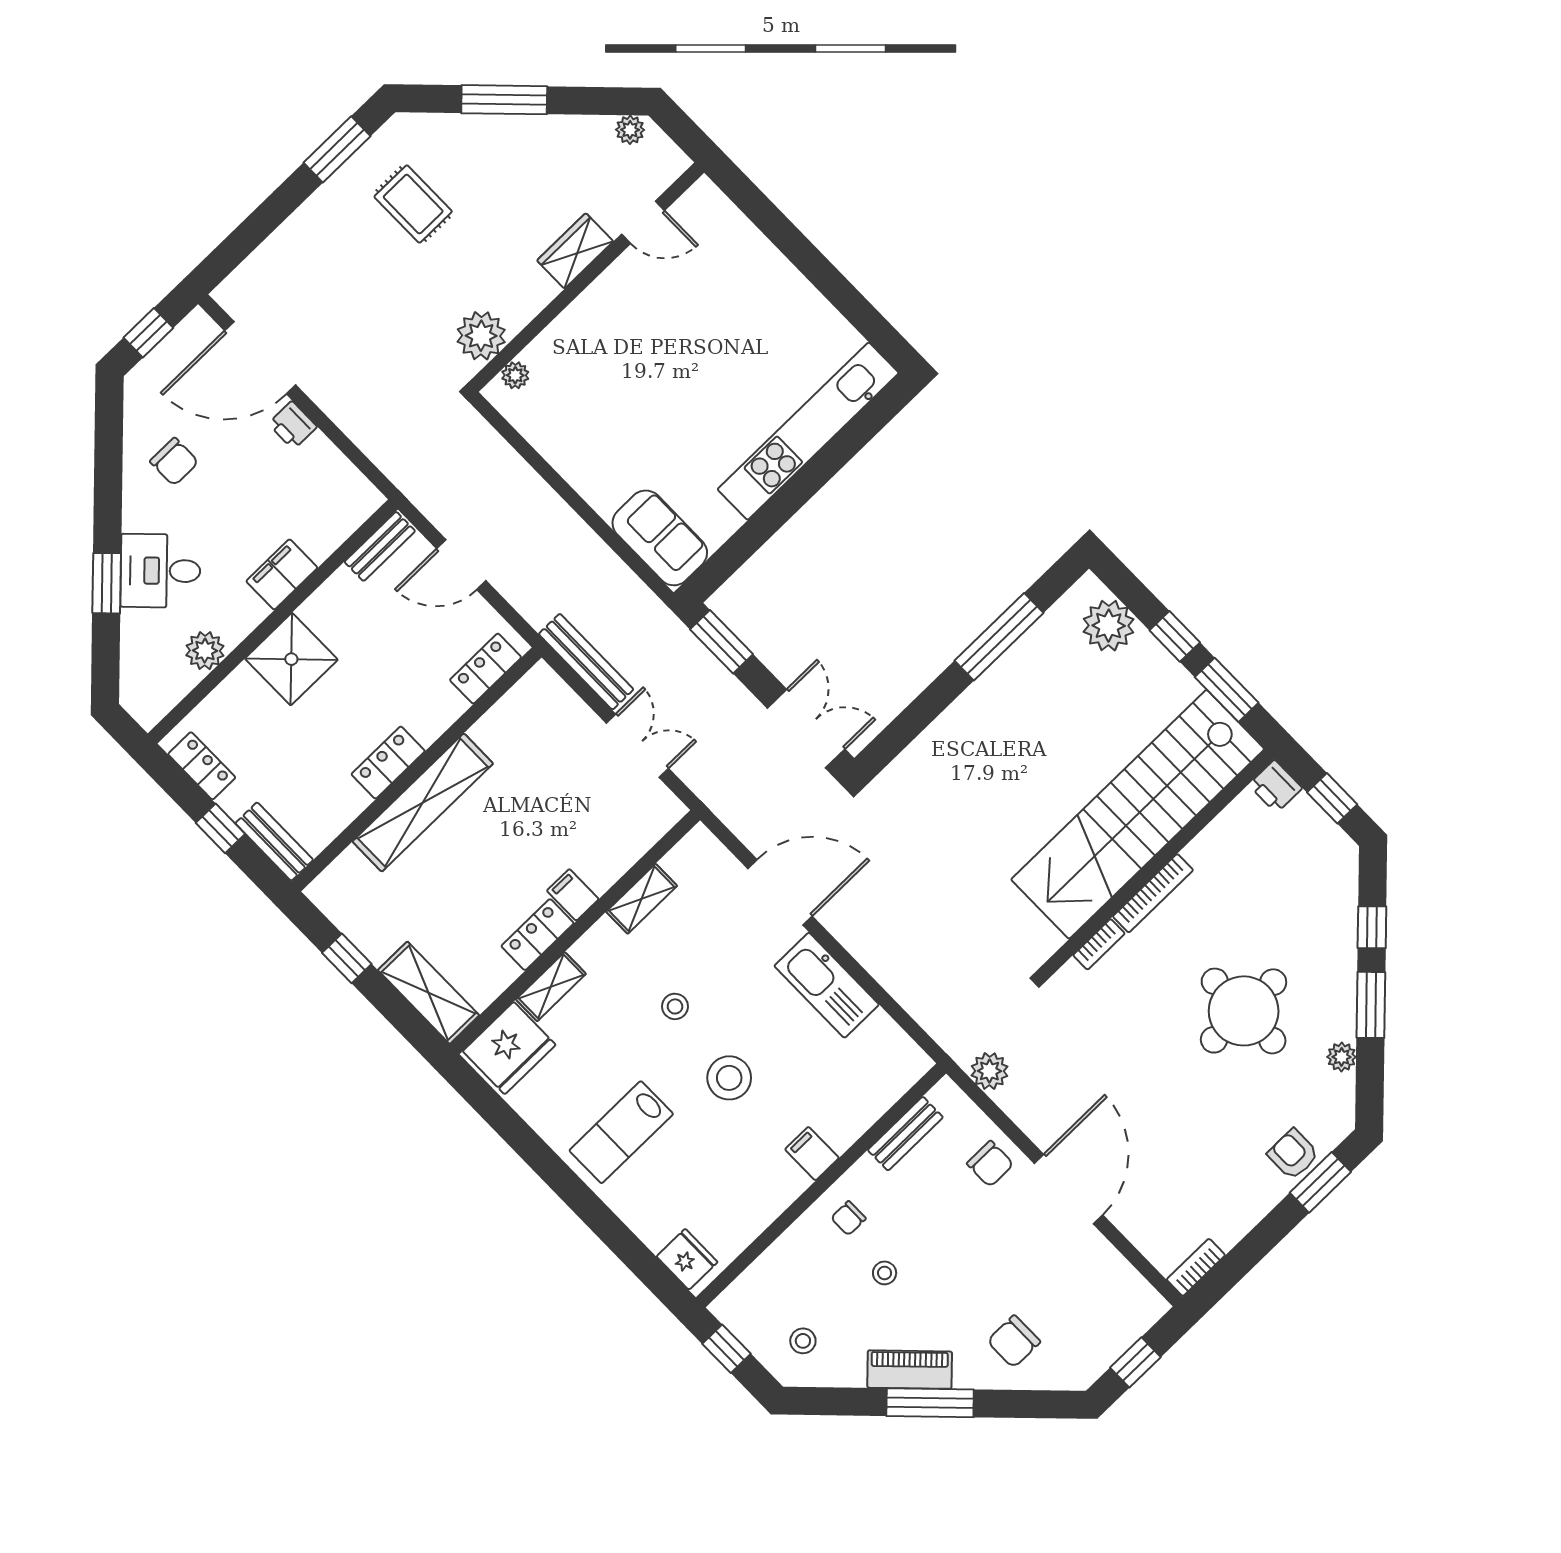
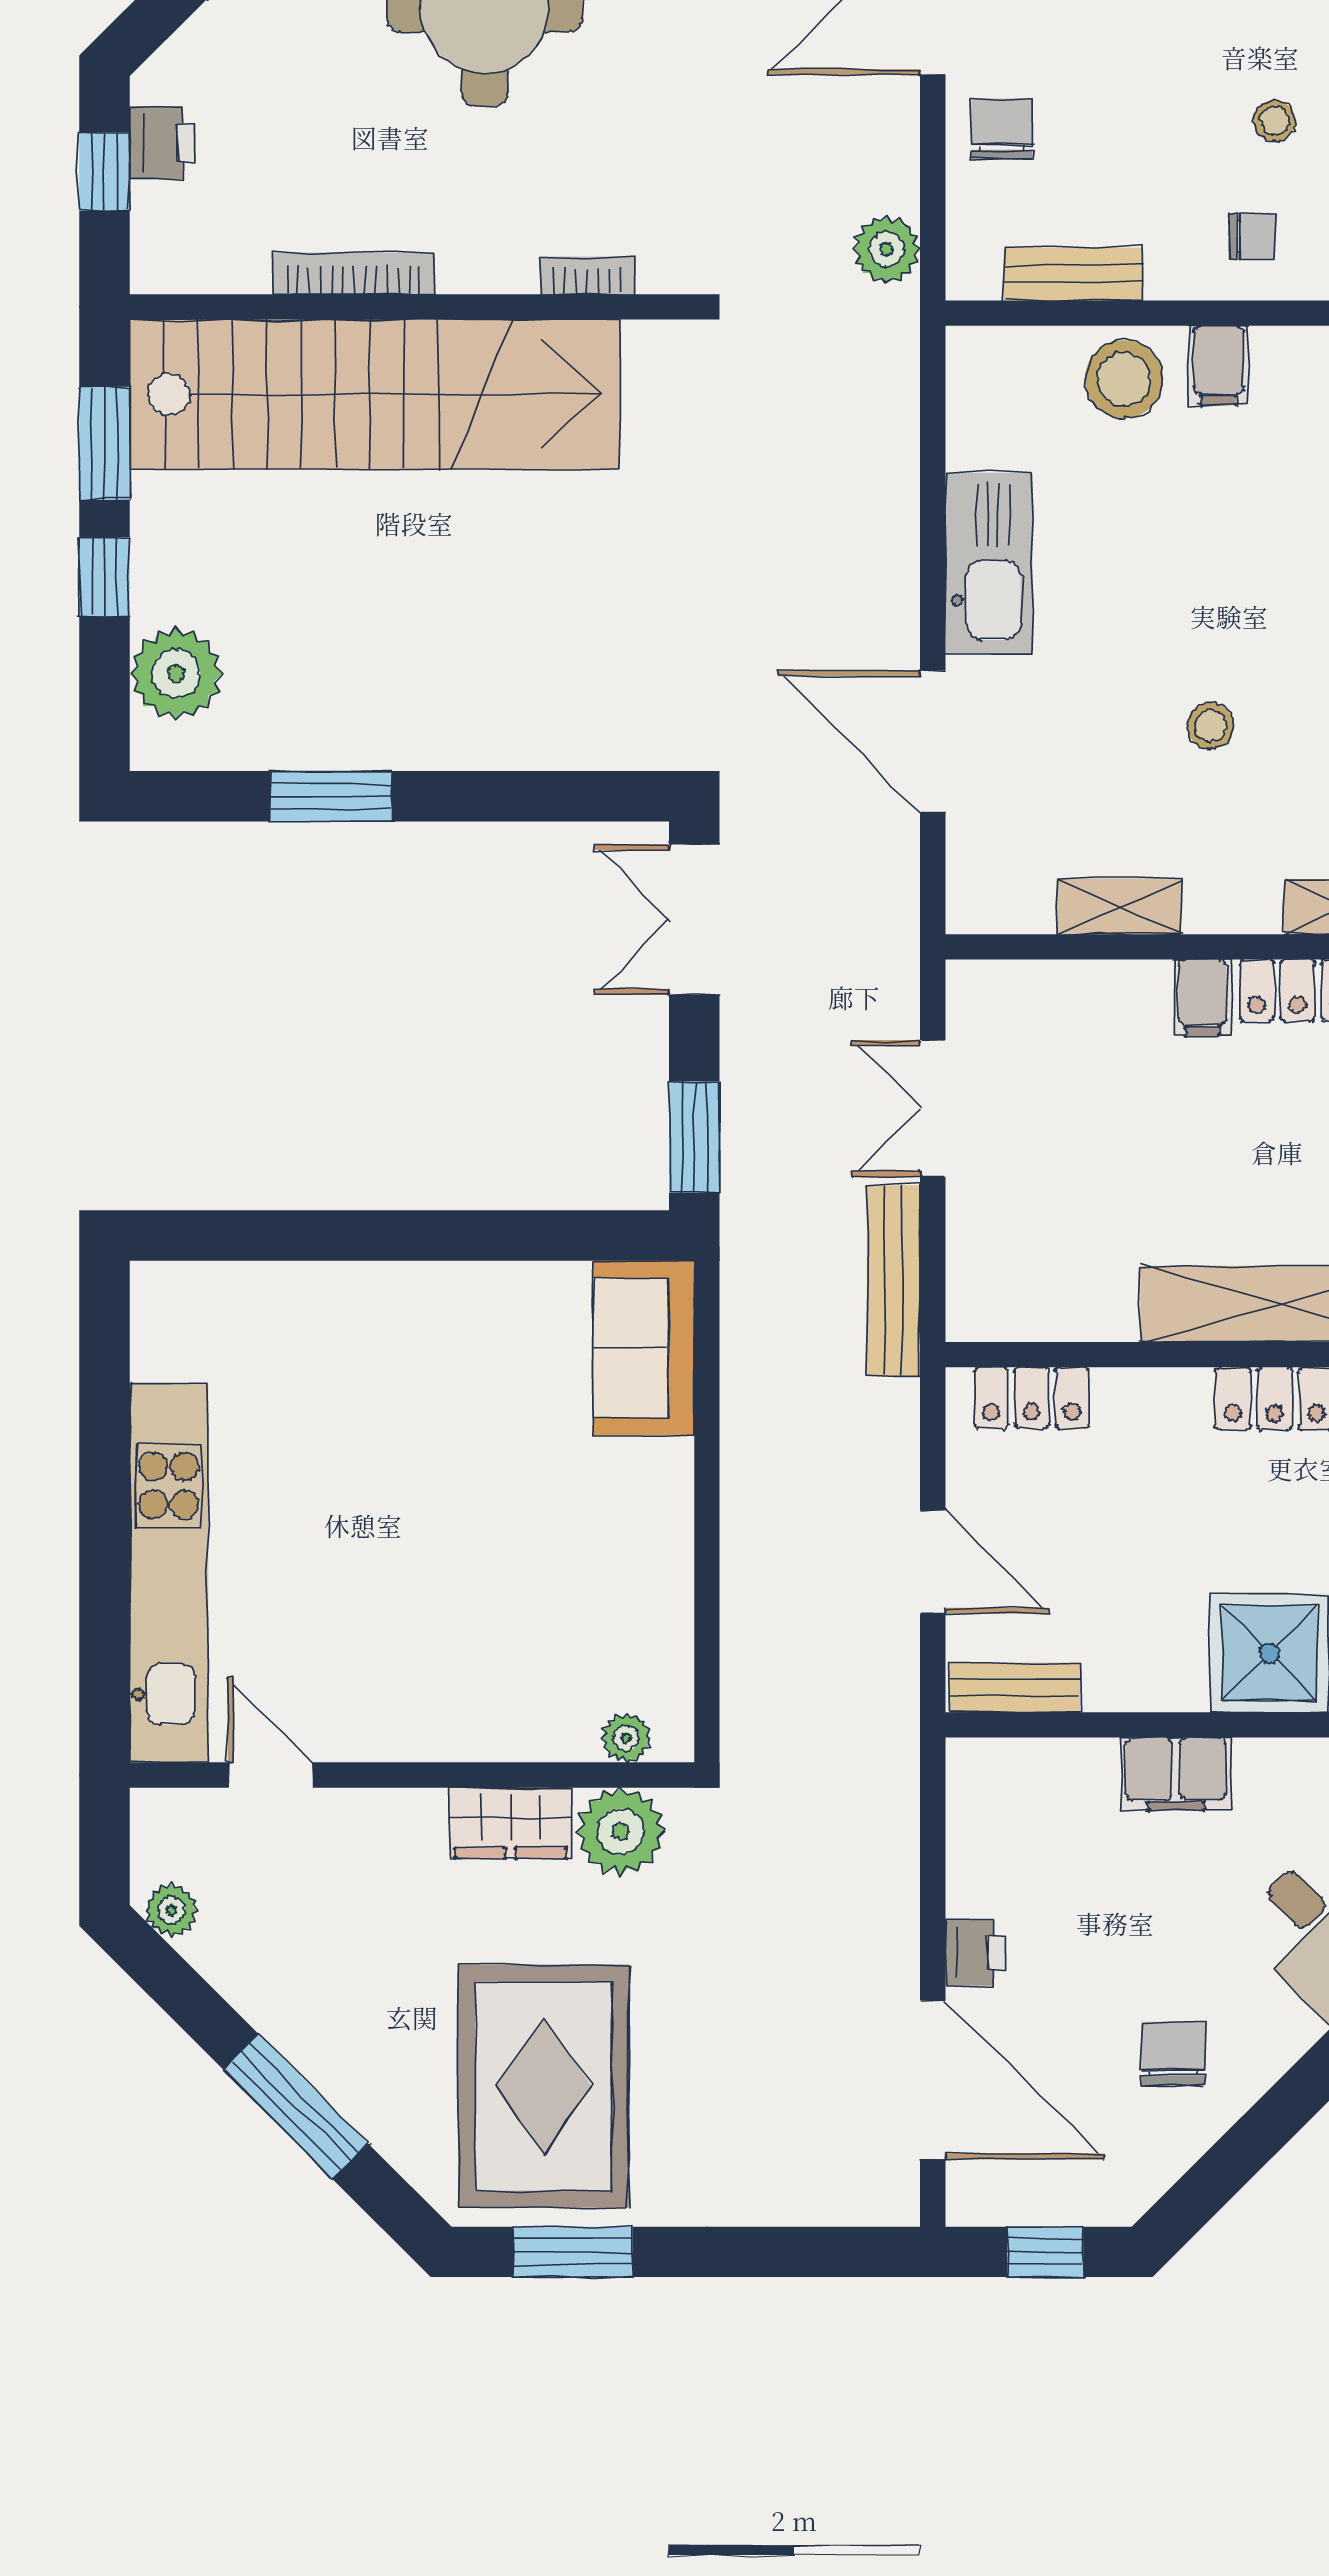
rug: (413, 204) -> (543, 2086), width x1.86, depth x2.06
wardrobe: (575, 251) -> (510, 1823), moved
kitchen unit: (808, 431) -> (169, 1573), moved, turned -90
window: (999, 637) -> (331, 796), width x0.69
printer: (1275, 786) -> (163, 143), moved
bookcase: (1153, 893) -> (354, 274), moved
stool: (729, 1078) -> (1124, 379), moved

